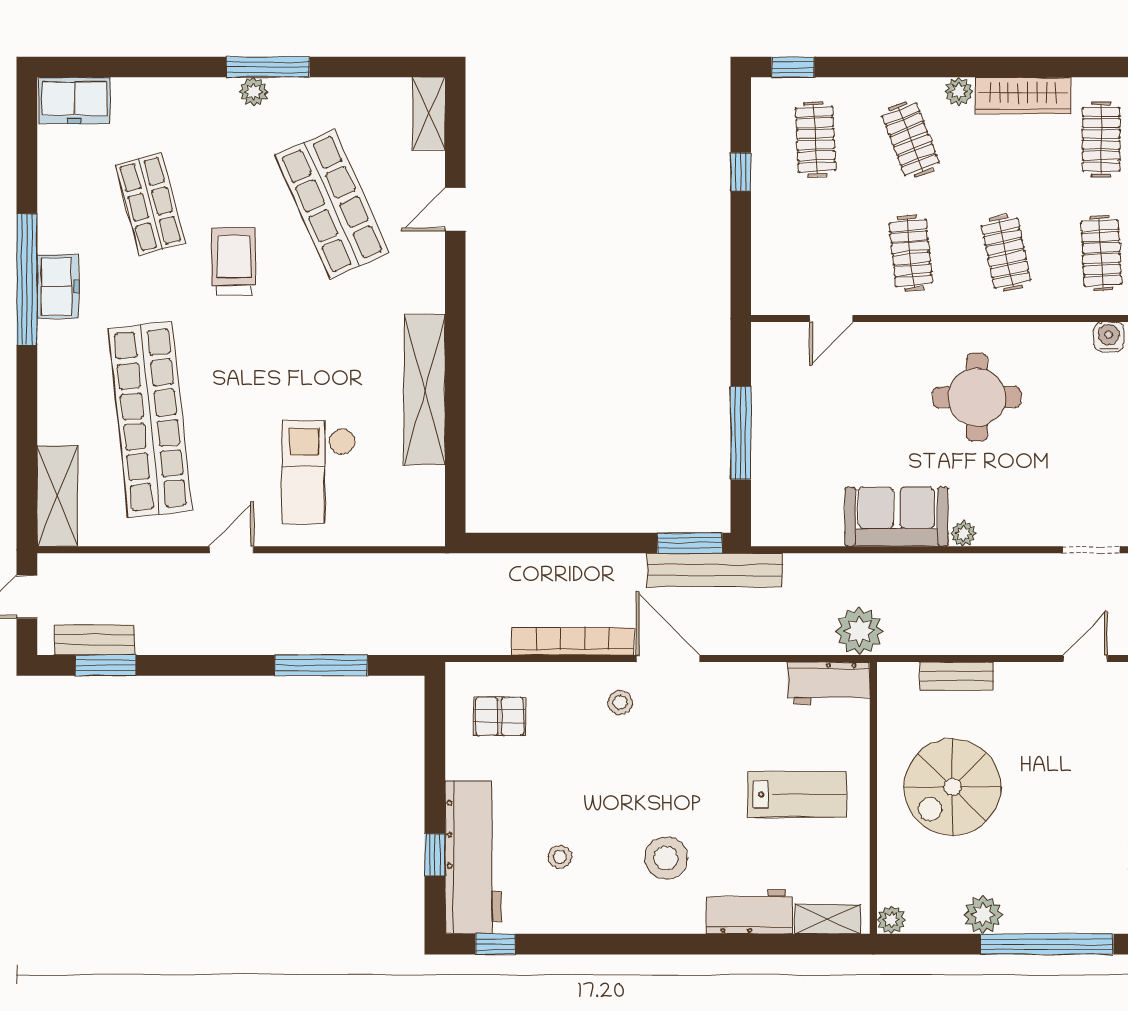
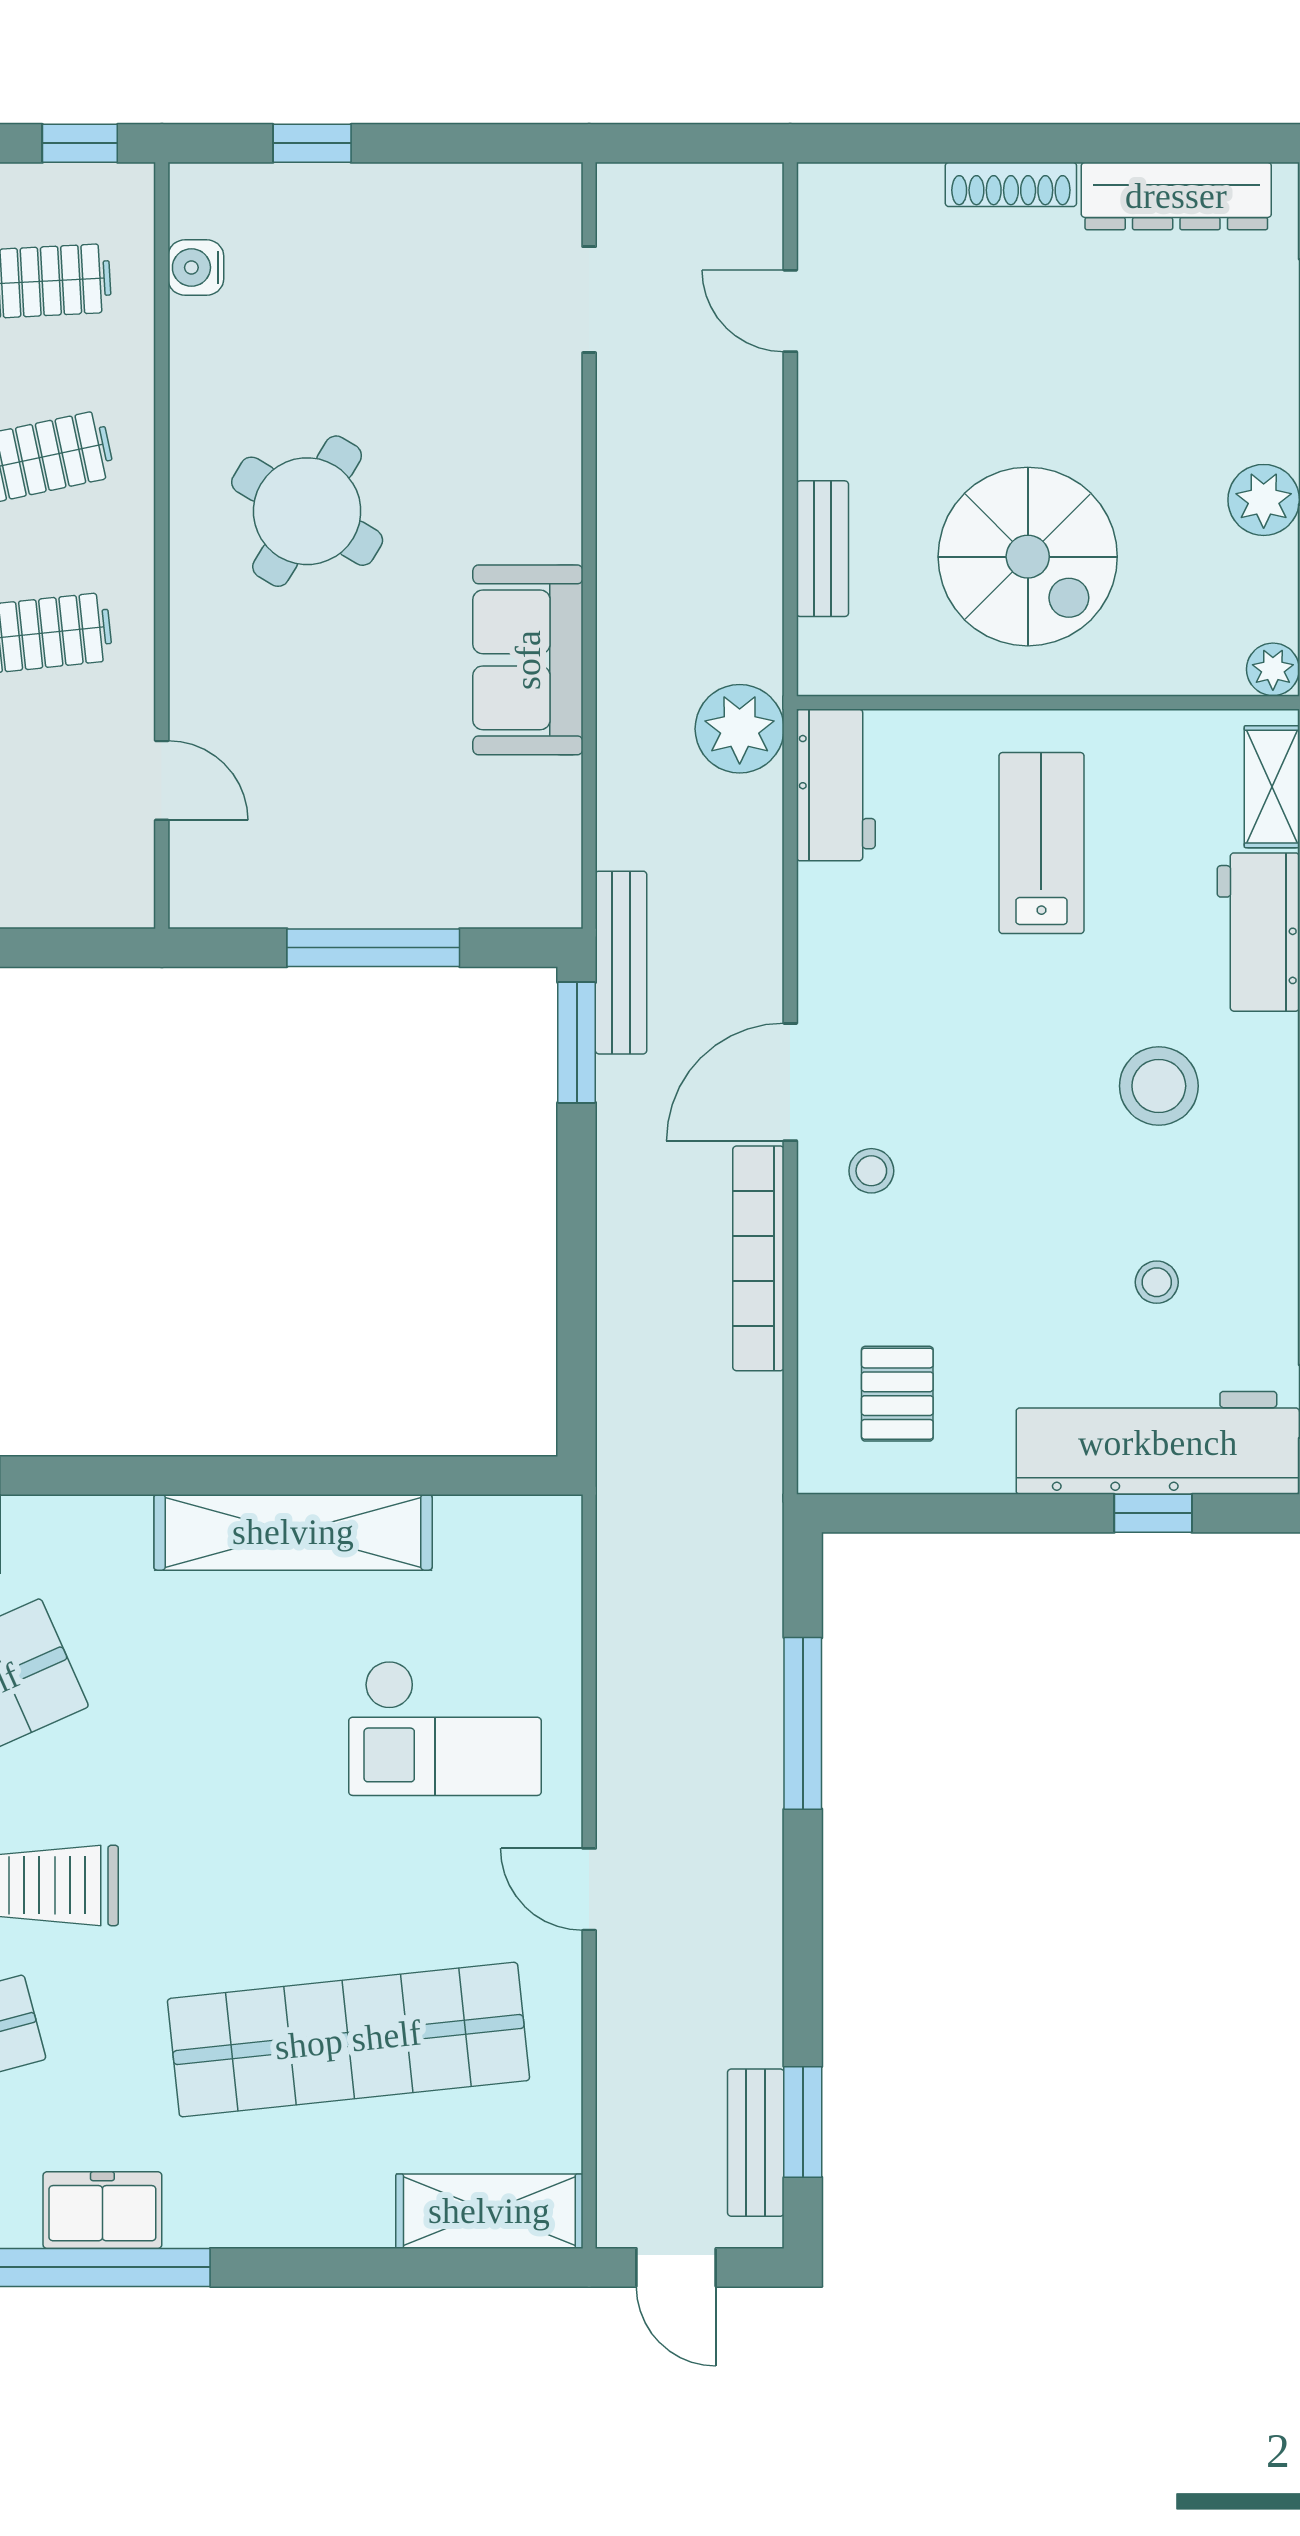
round table: (977, 397) -> (307, 511), turned 31
plant: (963, 534) -> (559, 536), removed
bench: (715, 570) -> (621, 963), width x0.73, depth x0.82

